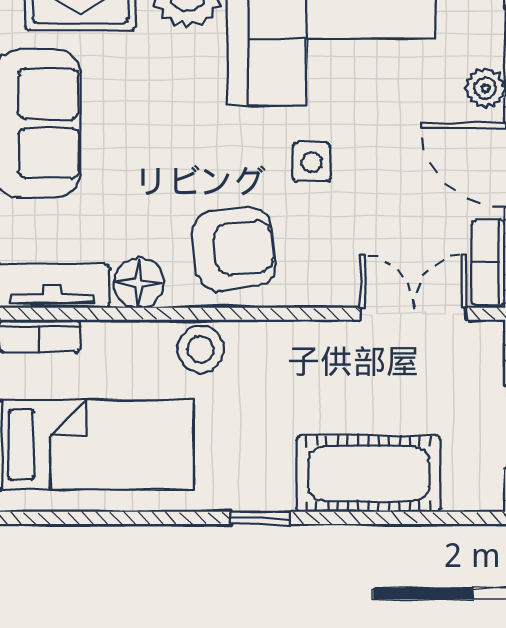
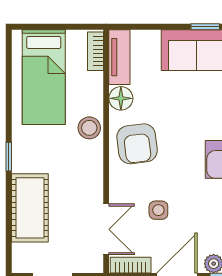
side table: (312, 162) -> (158, 210), moved

